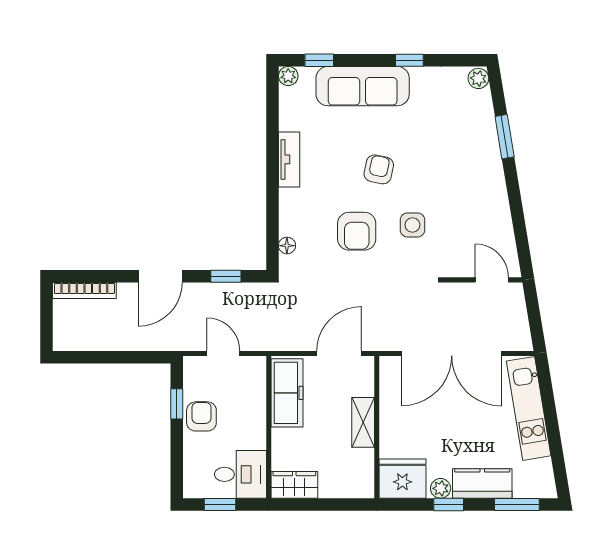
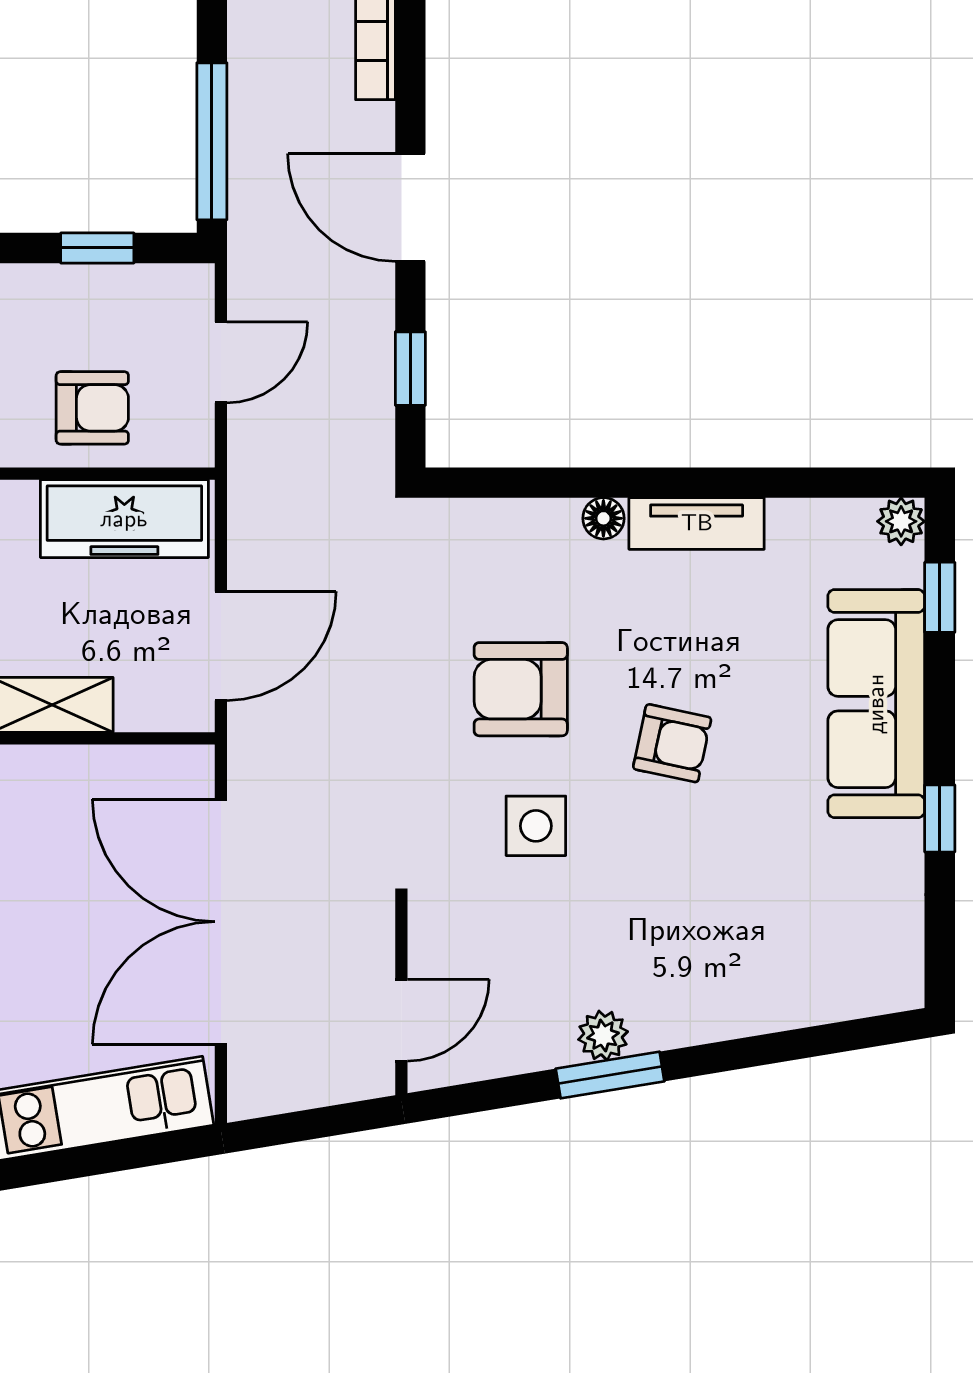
plant: (478, 78) -> (603, 1036), moved
window: (505, 137) -> (610, 1075), moved
floor lamp: (287, 246) -> (603, 518), moved
door: (339, 354) -> (221, 646), hinge flipped
window: (133, 357) -> (212, 141), added
armchair: (201, 416) -> (92, 408), moved

